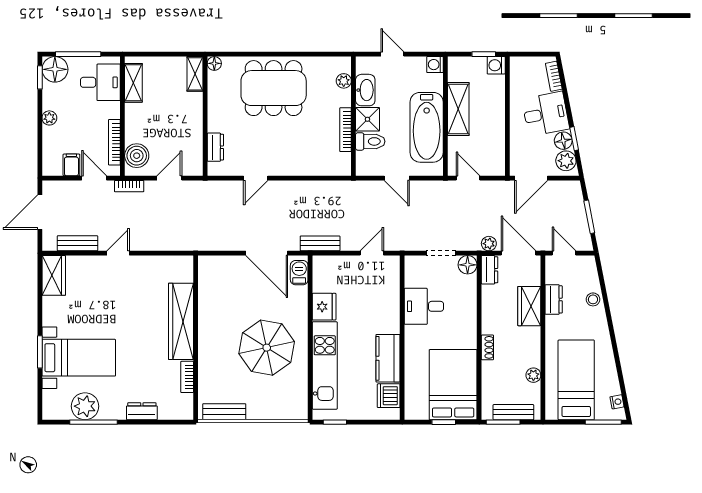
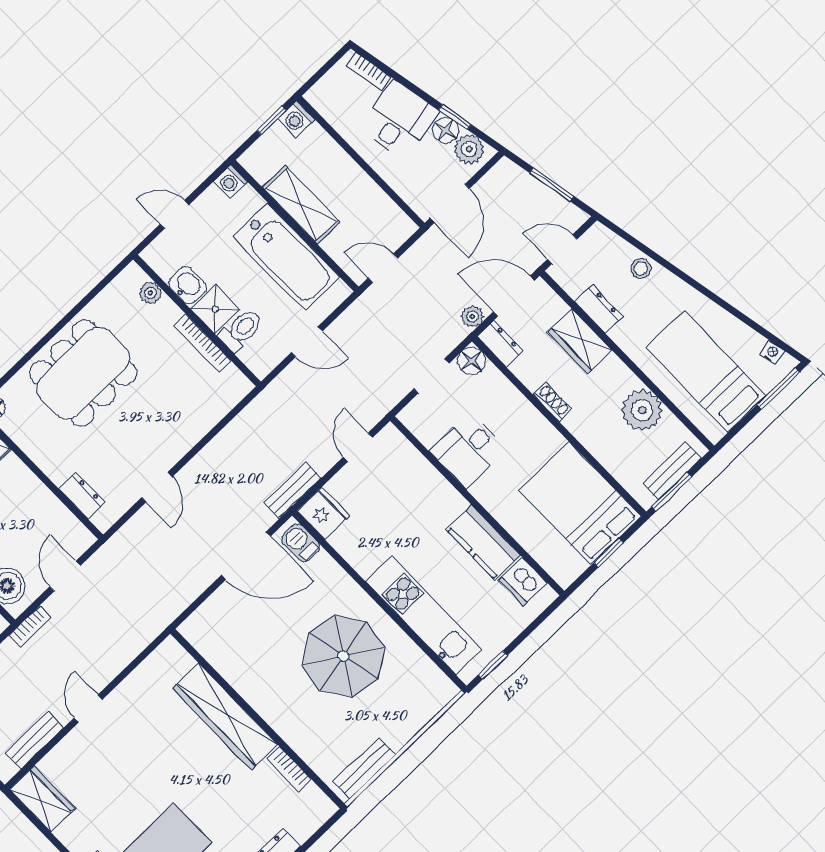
washbasin: (365, 90) -> (187, 285), width x0.72
fridge: (324, 307) -> (323, 513), moved
shoe rack: (487, 347) -> (552, 402), moved
plant: (533, 375) -> (642, 410), width x1.87, depth x1.87

